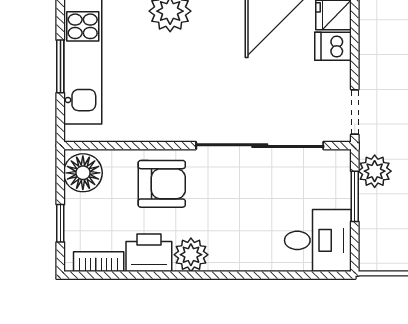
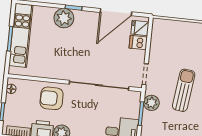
floor lamp: (83, 173) -> (11, 89), width x0.53, depth x0.53
armchair: (162, 184) -> (52, 98), turned 180

